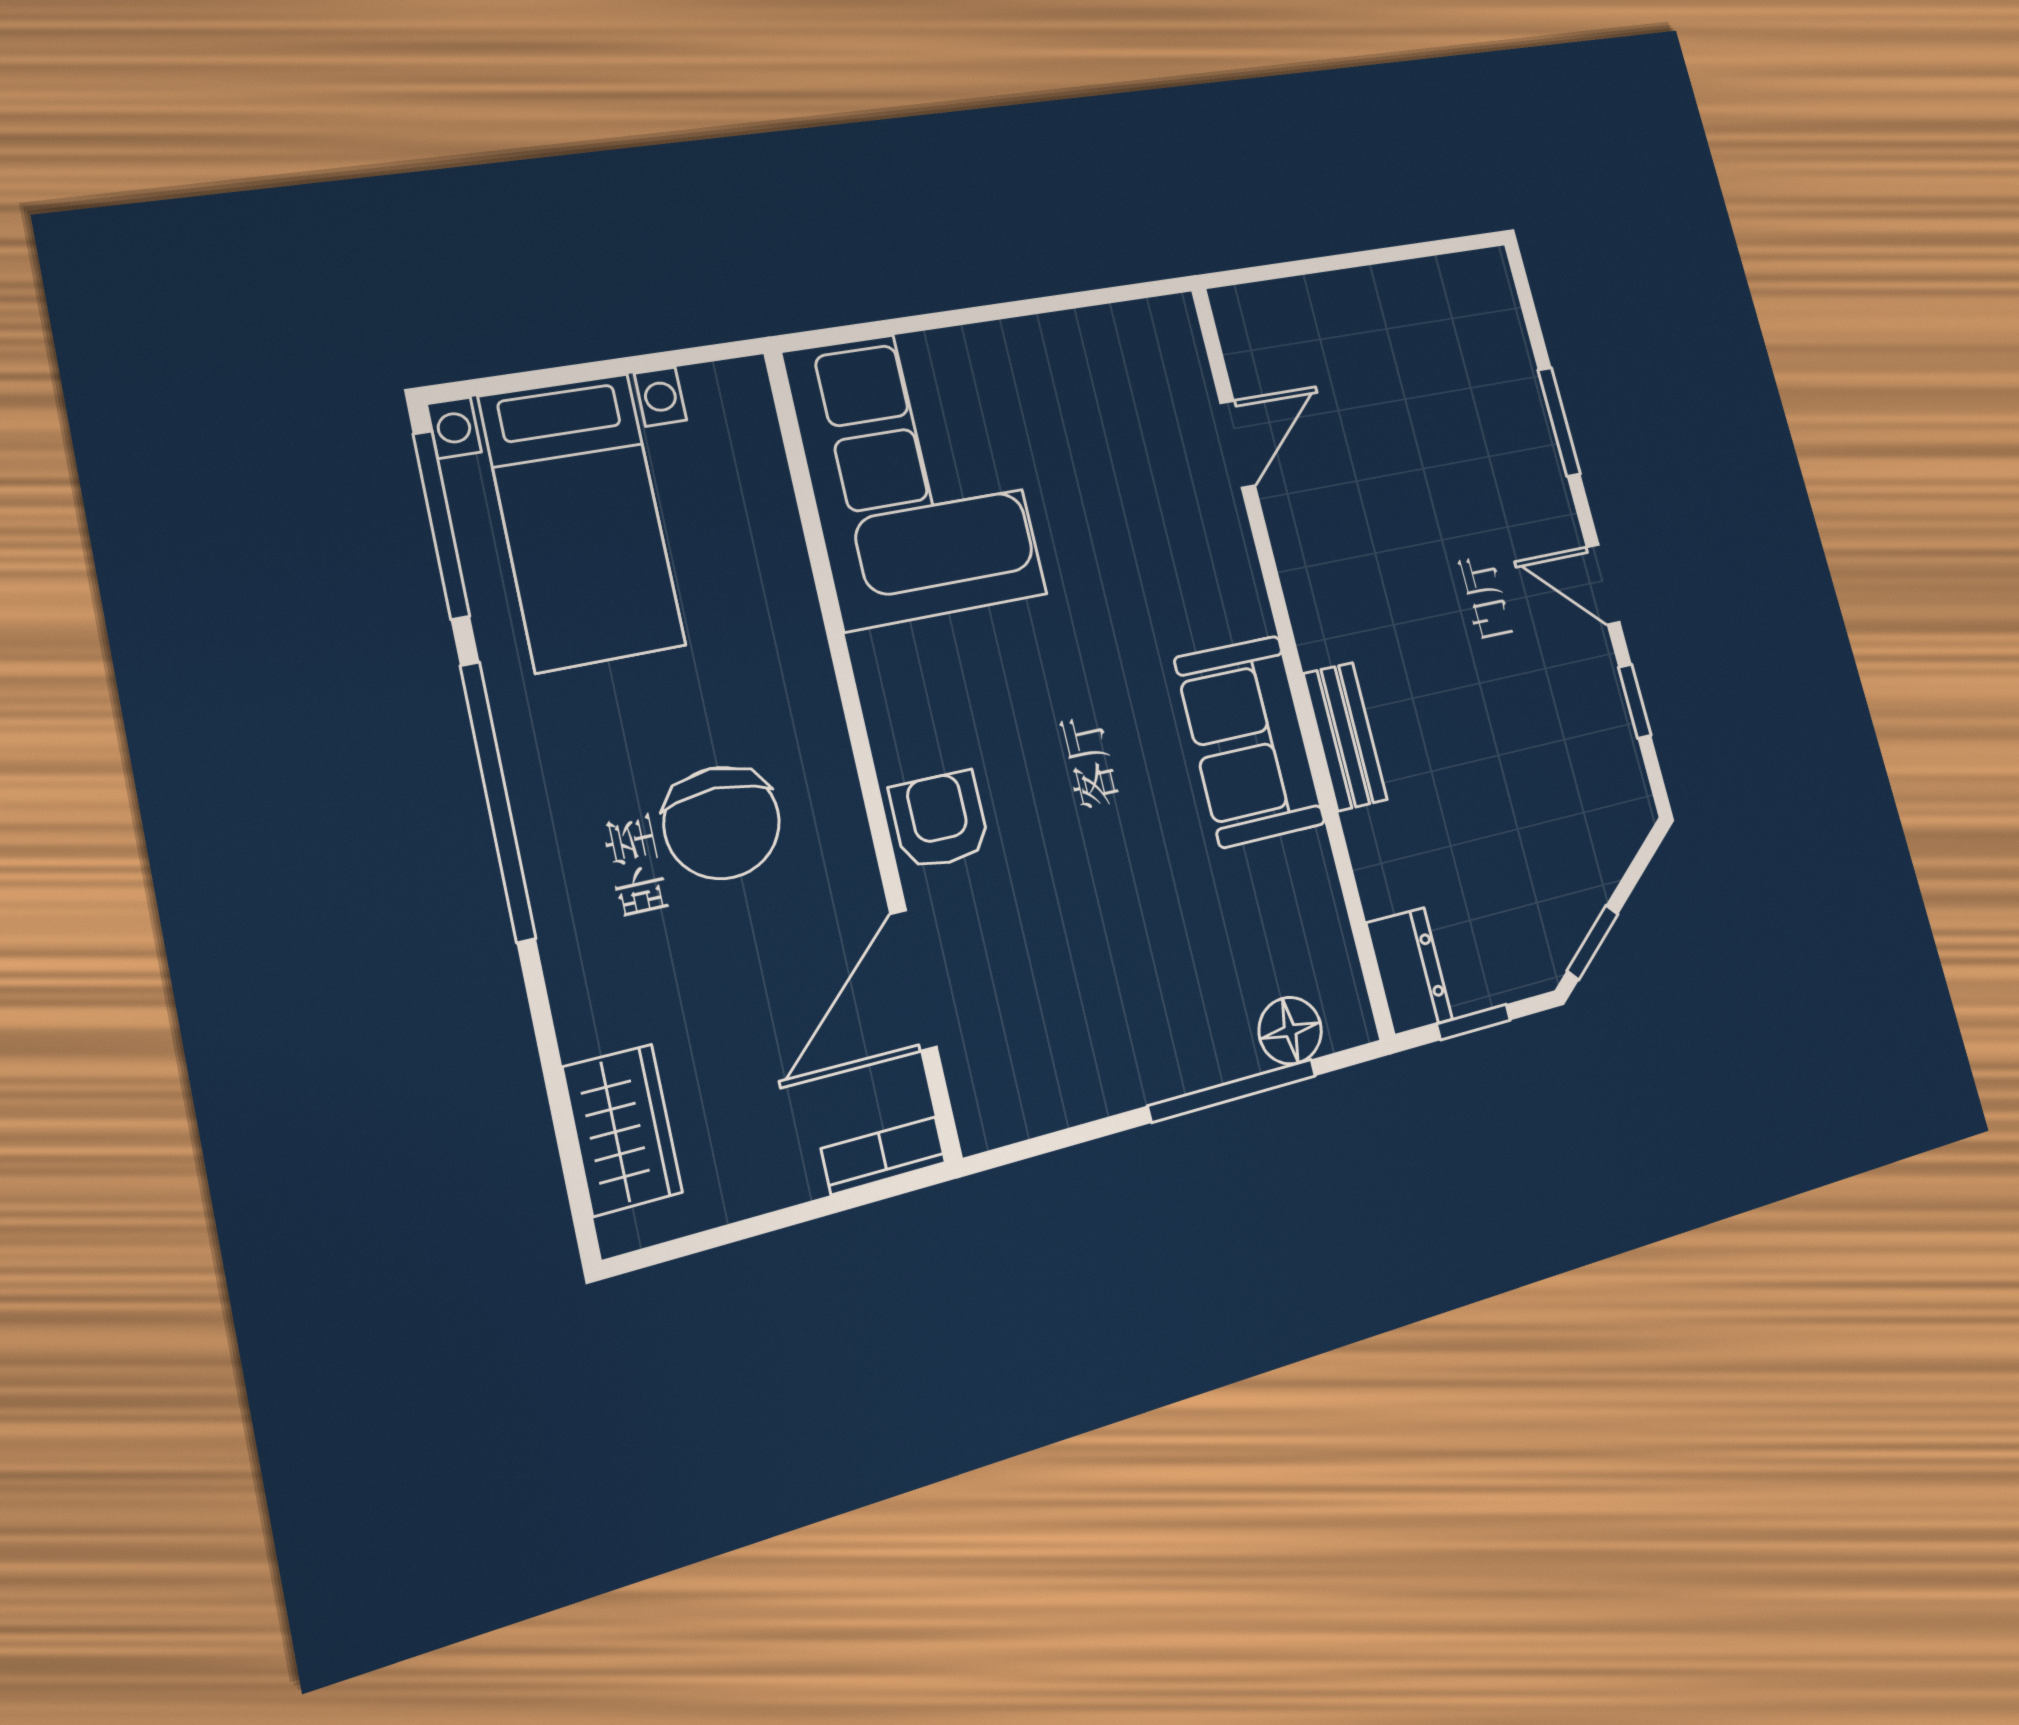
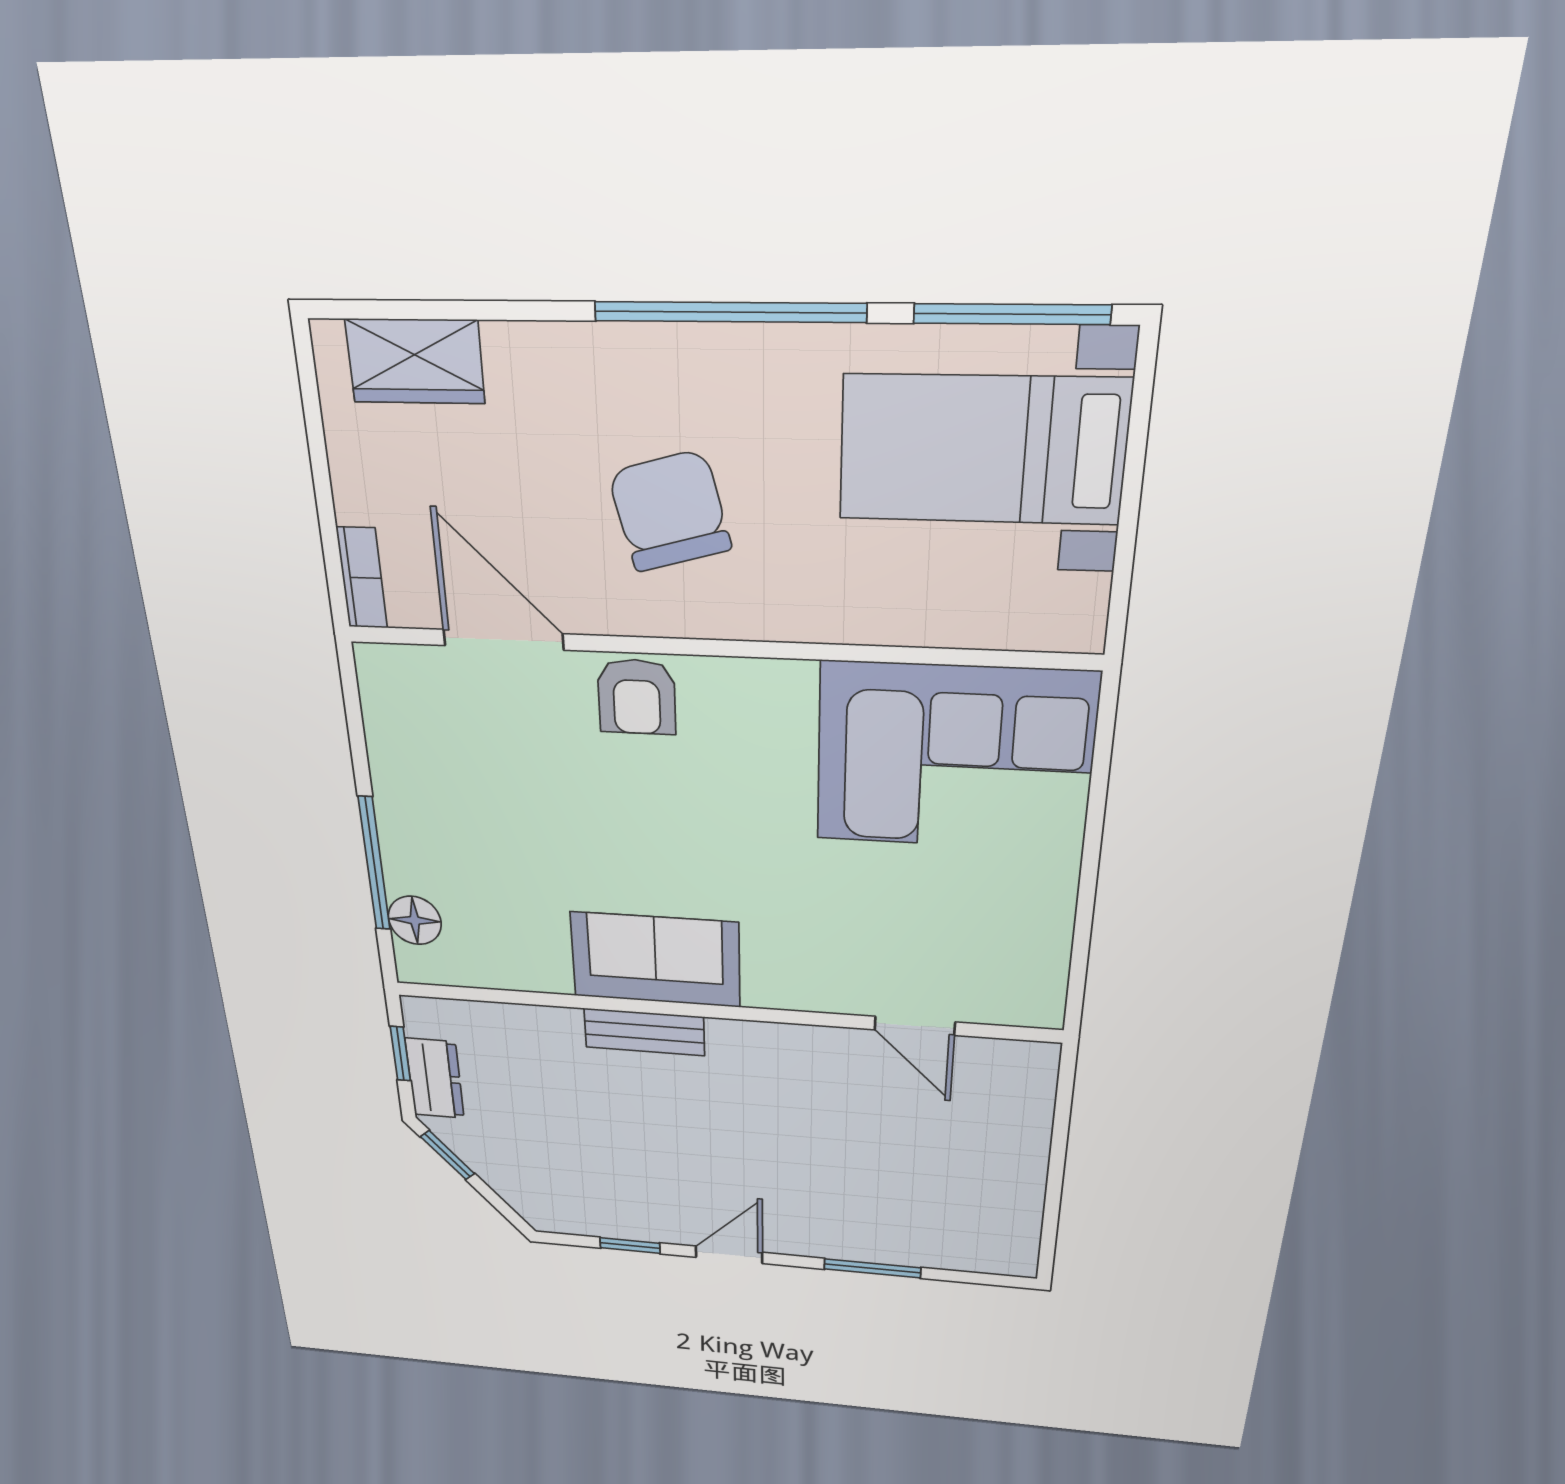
armchair: (940, 820) -> (637, 697), turned 90
chair: (722, 823) -> (670, 511), turned 75
dresser: (1409, 971) -> (435, 1078), moved, turned -90

